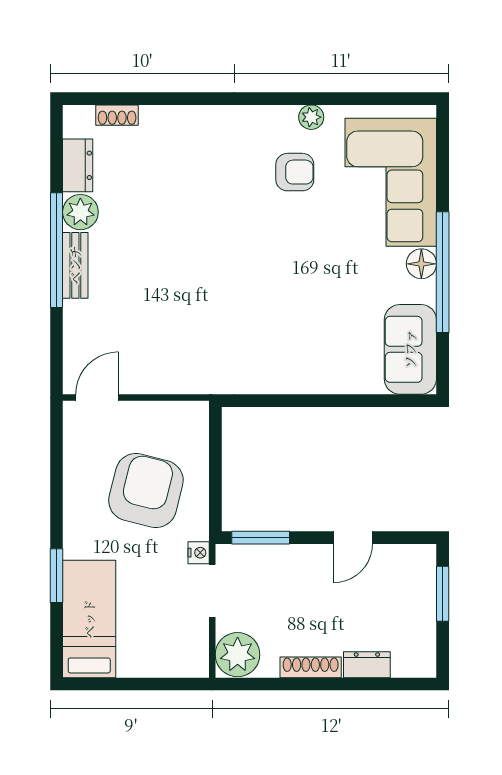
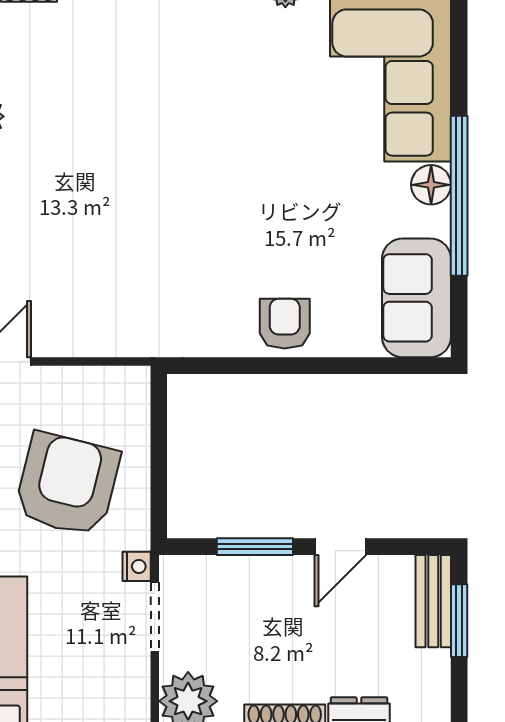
armchair: (295, 172) -> (285, 324), moved, turned -90
window: (261, 538) -> (255, 547), moved
bench: (423, 579) -> (433, 601), added

